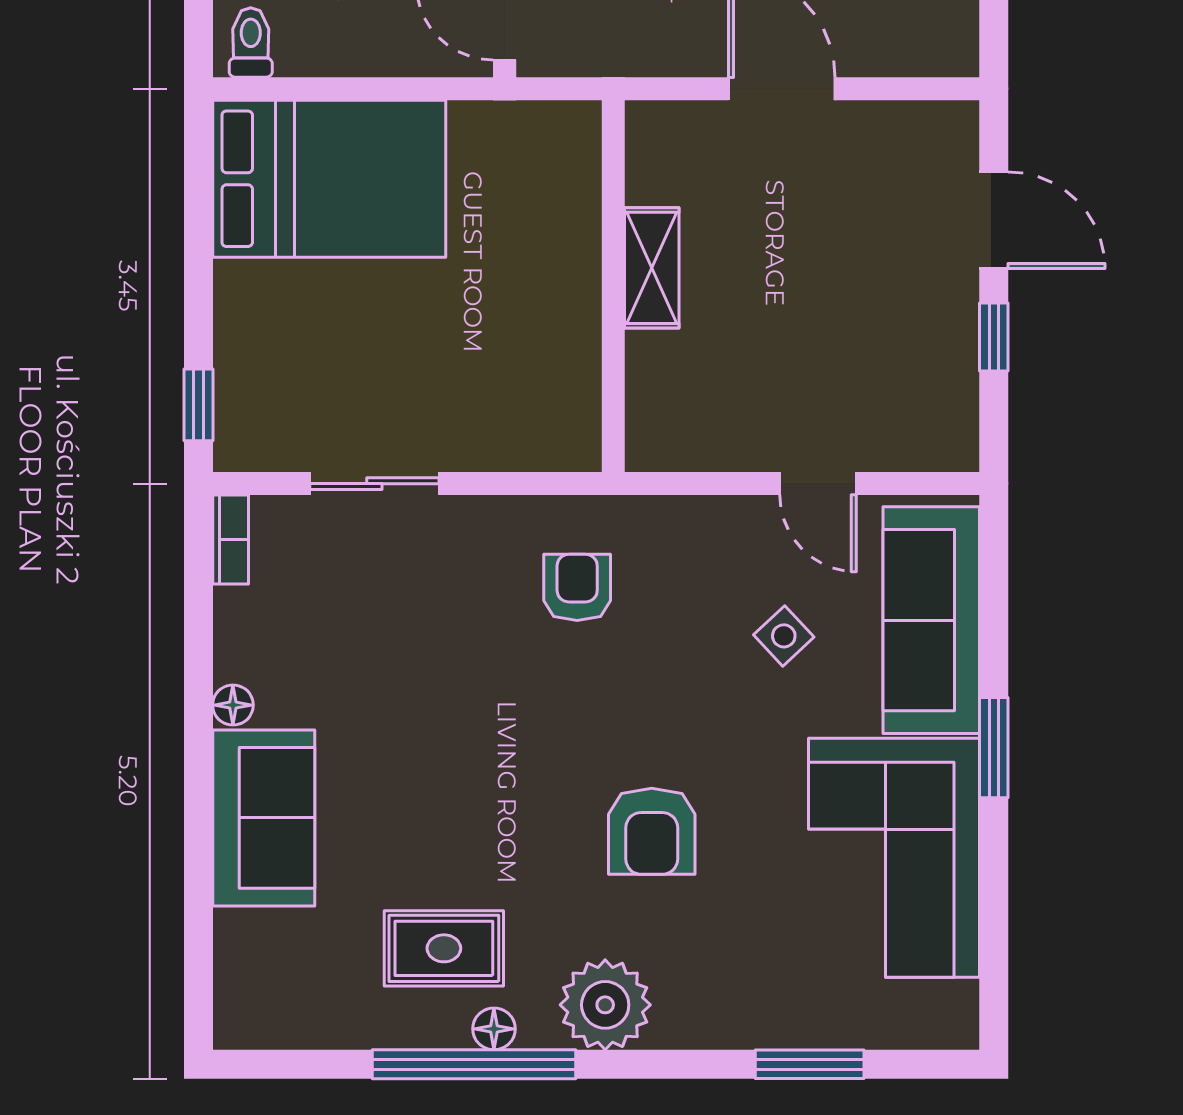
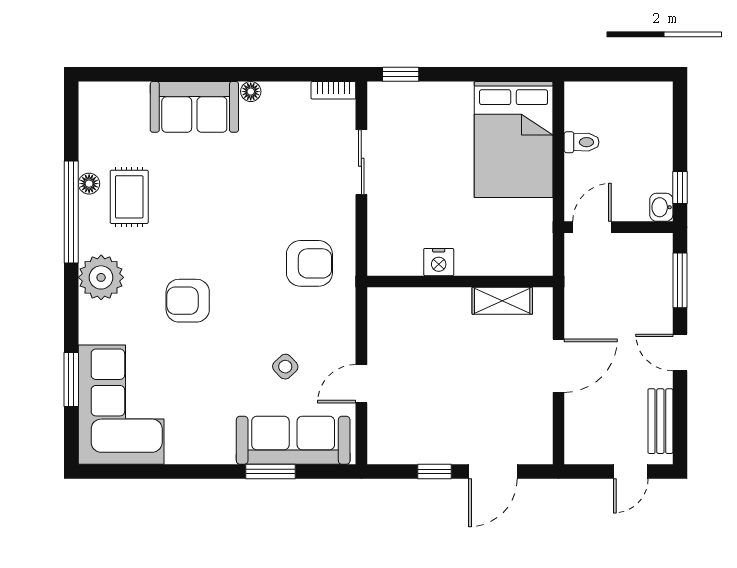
toilet: (251, 43) -> (582, 142), moved
shelving: (652, 268) -> (502, 301), moved
nightstand: (574, 329) -> (439, 262), added
armchair: (577, 587) -> (309, 263), width x1.38, depth x1.38
window: (994, 748) -> (270, 471), moved
corner sofa: (894, 858) -> (121, 405), moved, turned 90
floor lamp: (494, 1029) -> (89, 184), moved

